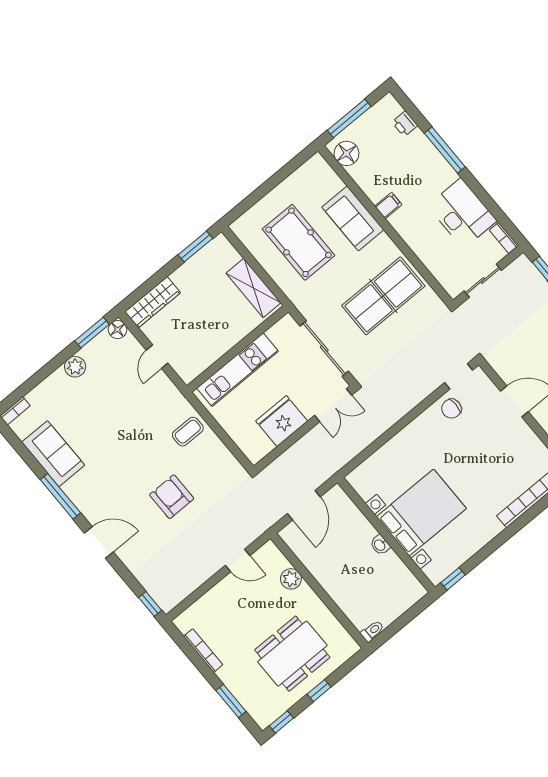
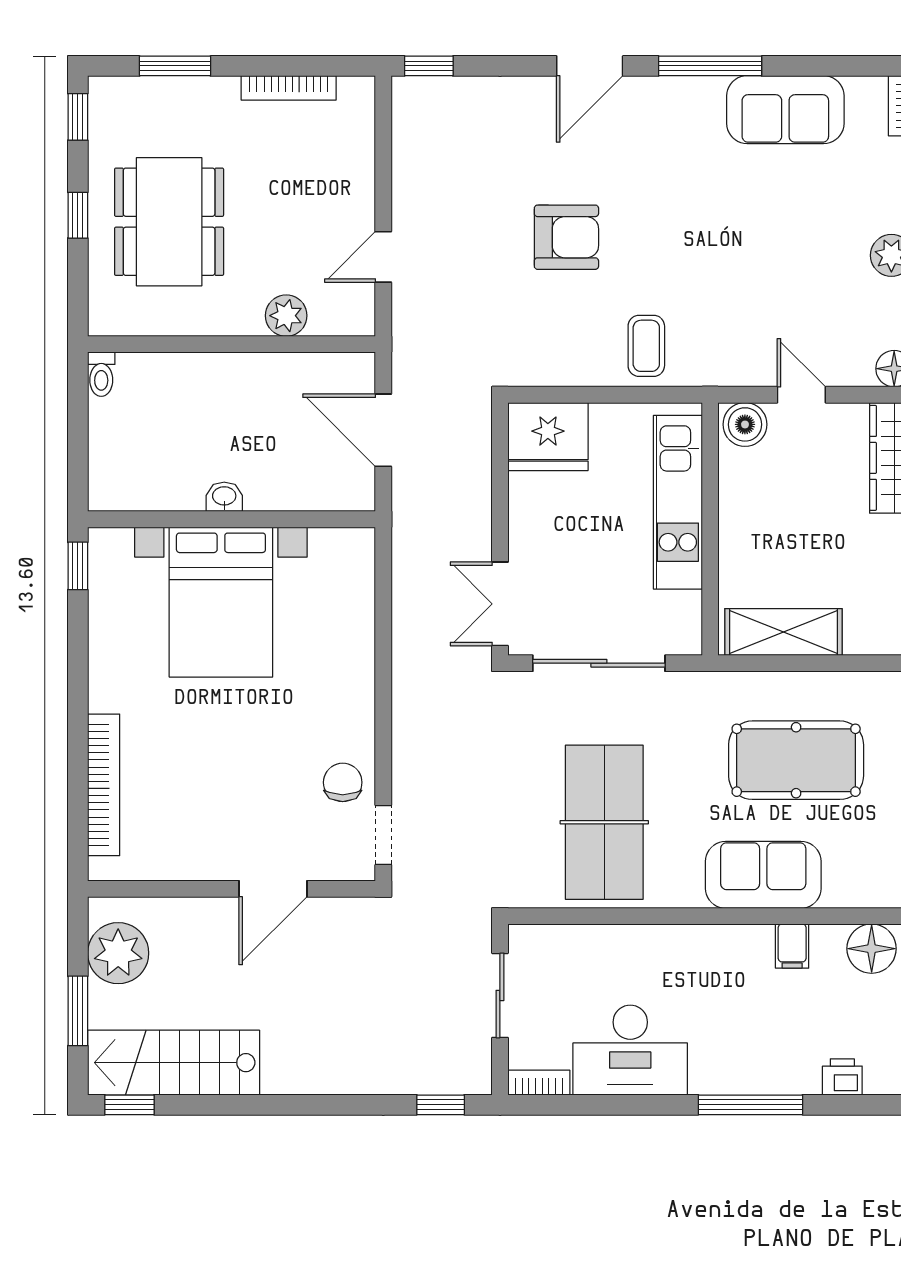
filing cabinet: (388, 206) -> (792, 946), moved
boiler: (186, 369) -> (745, 424), added
fridge: (282, 421) -> (548, 437), moved, turned 90

